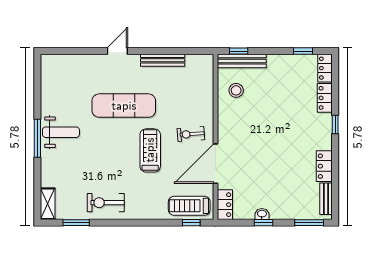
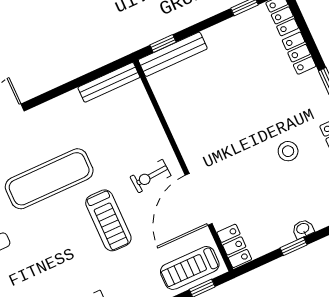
bench: (163, 60) -> (109, 82), moved
stool: (236, 90) -> (288, 151), moved
treadmill: (150, 150) -> (108, 220), turned 180
washbasin: (262, 214) -> (303, 229), moved

